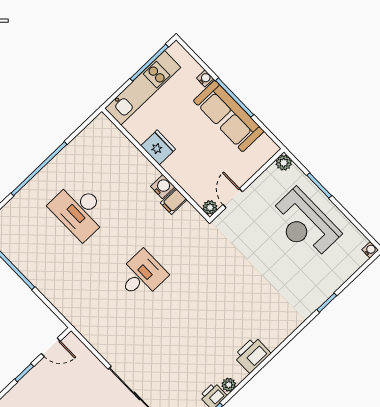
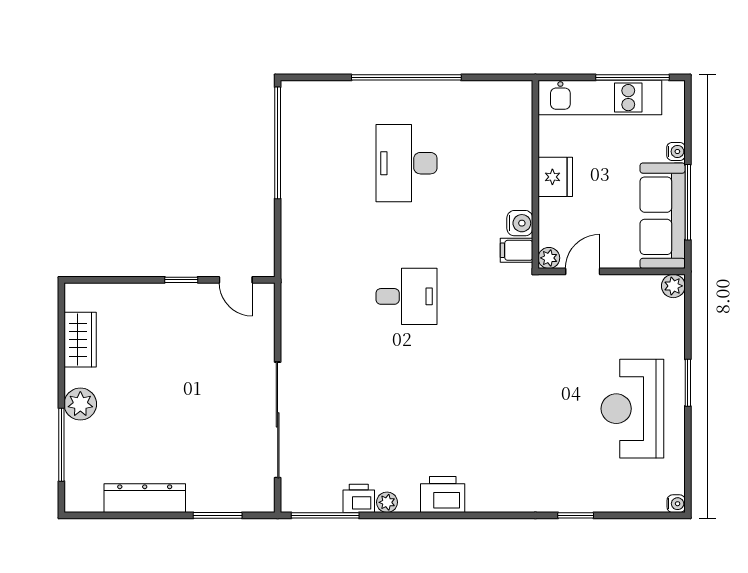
plant: (284, 163) -> (673, 286), moved
wall: (247, 185) -> (612, 271), moved
door: (233, 198) -> (583, 271), moved
plant: (210, 207) -> (549, 258), moved

